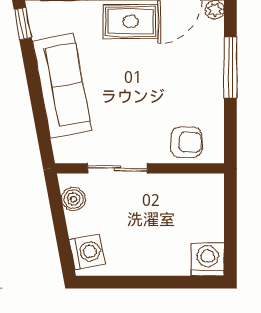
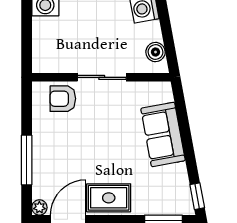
sofa: (62, 86) -> (163, 134), width x0.73
sliding door: (117, 168) -> (102, 77), moved

